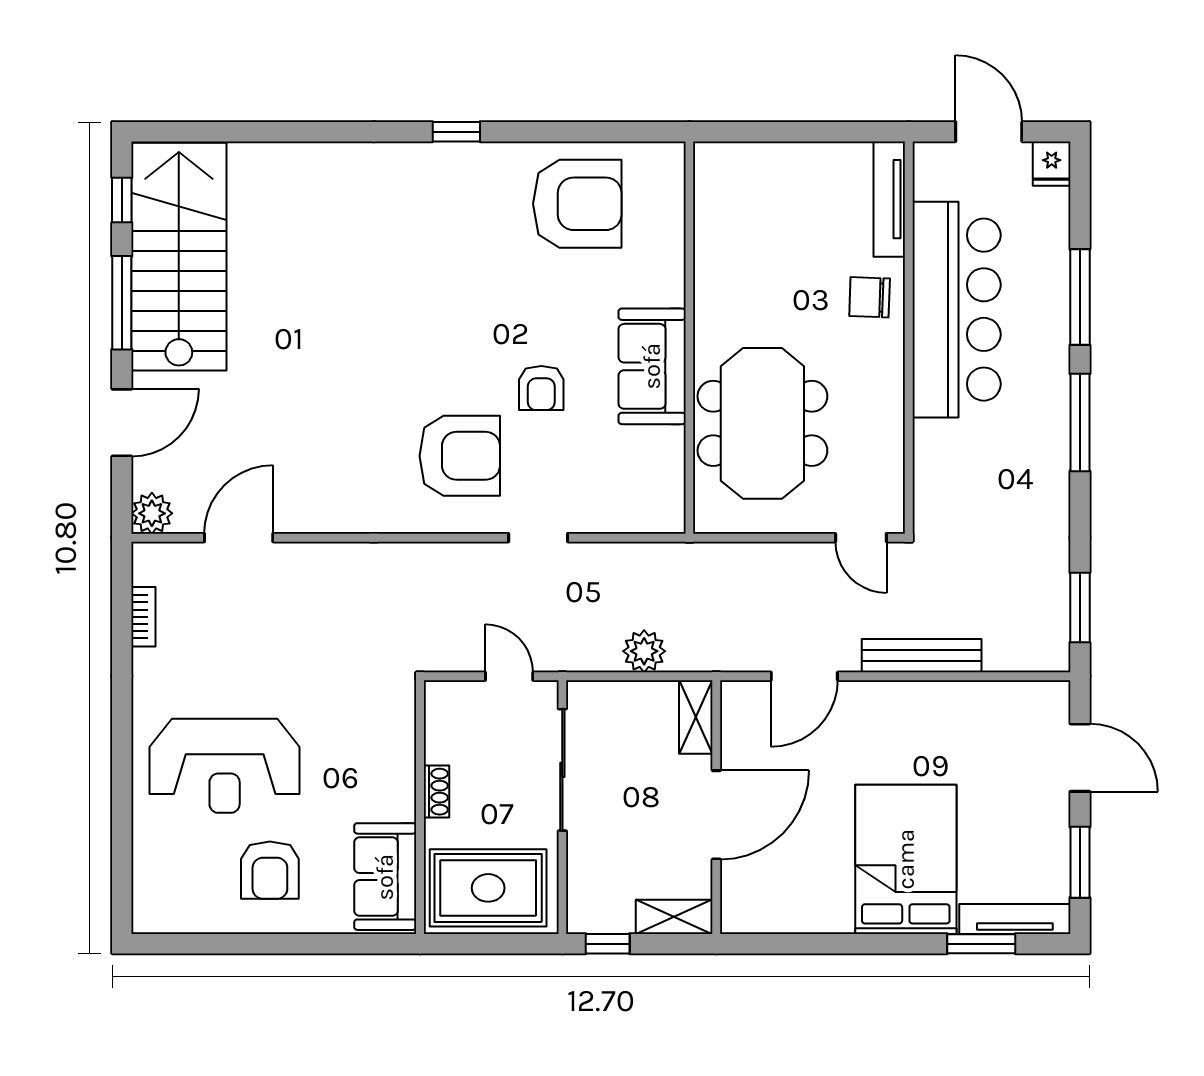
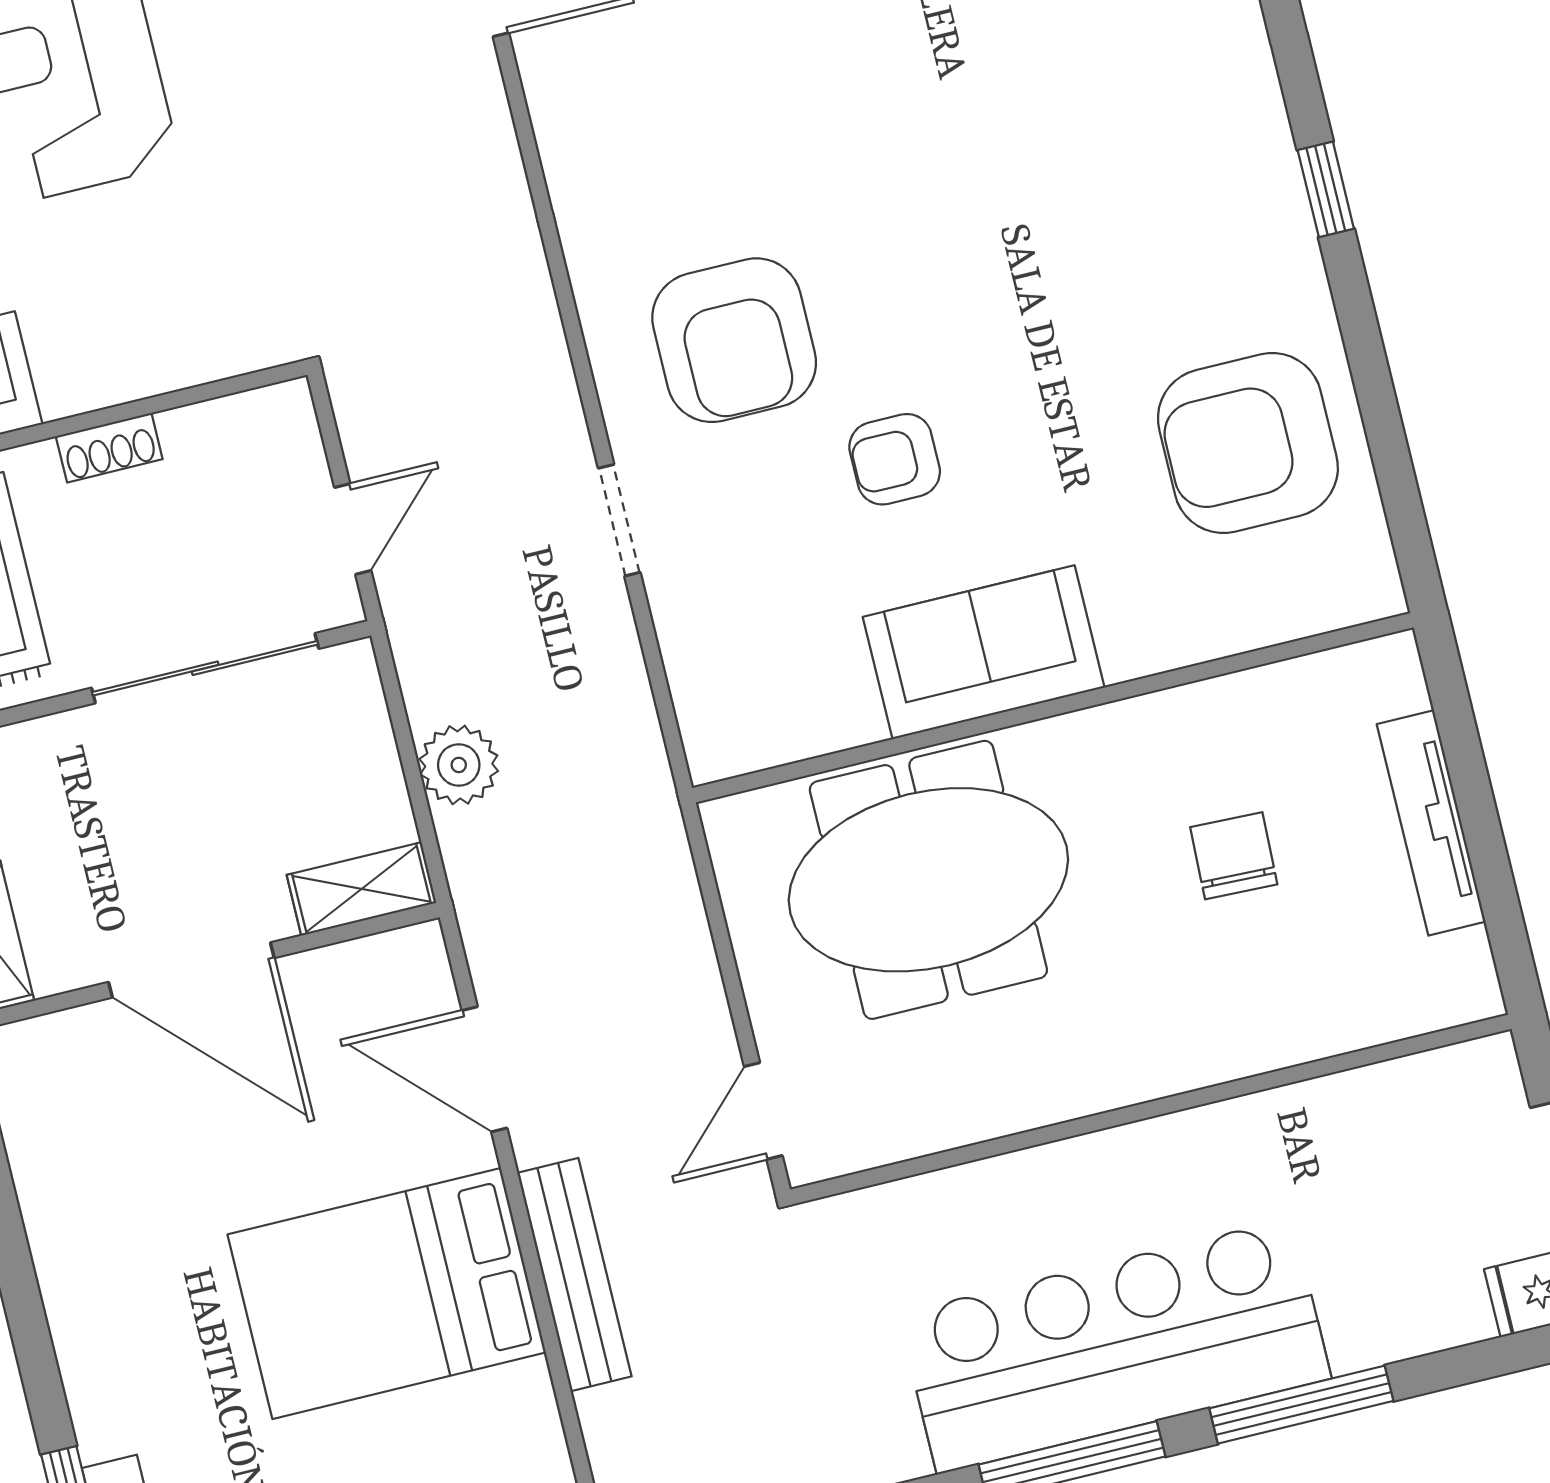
tv unit: (889, 199) -> (1431, 823), moved, turned -90
armchair: (577, 204) -> (1248, 443), turned 90
chair: (870, 297) -> (1234, 856), moved
bar counter: (957, 310) -> (1115, 1346), moved, turned 180
bed: (906, 859) -> (387, 1293), moved, turned 180

